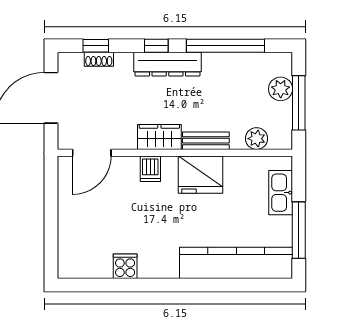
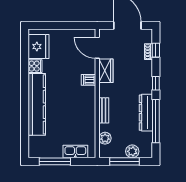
dresser: (167, 64) -> (146, 113), moved
wardrobe: (159, 137) -> (106, 71), moved
fridge: (201, 175) -> (38, 47), moved, turned 180
kitchen counter: (236, 263) -> (37, 104), moved

